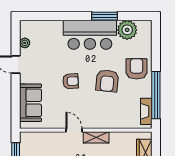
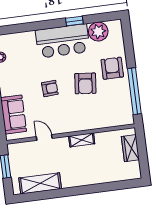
window: (104, 16) -> (74, 21), width x0.67
fireplace: (146, 111) -> (127, 108), removed
door: (74, 130) -> (44, 138), moved

